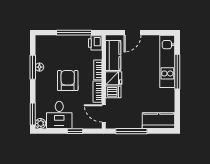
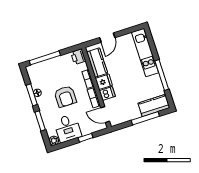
window: (74, 33) -> (45, 58), moved
window: (177, 72) -> (162, 75), moved
armchair: (68, 81) -> (65, 96), turned 180
window: (33, 114) -> (40, 121), moved
window: (131, 131) -> (145, 118), moved

